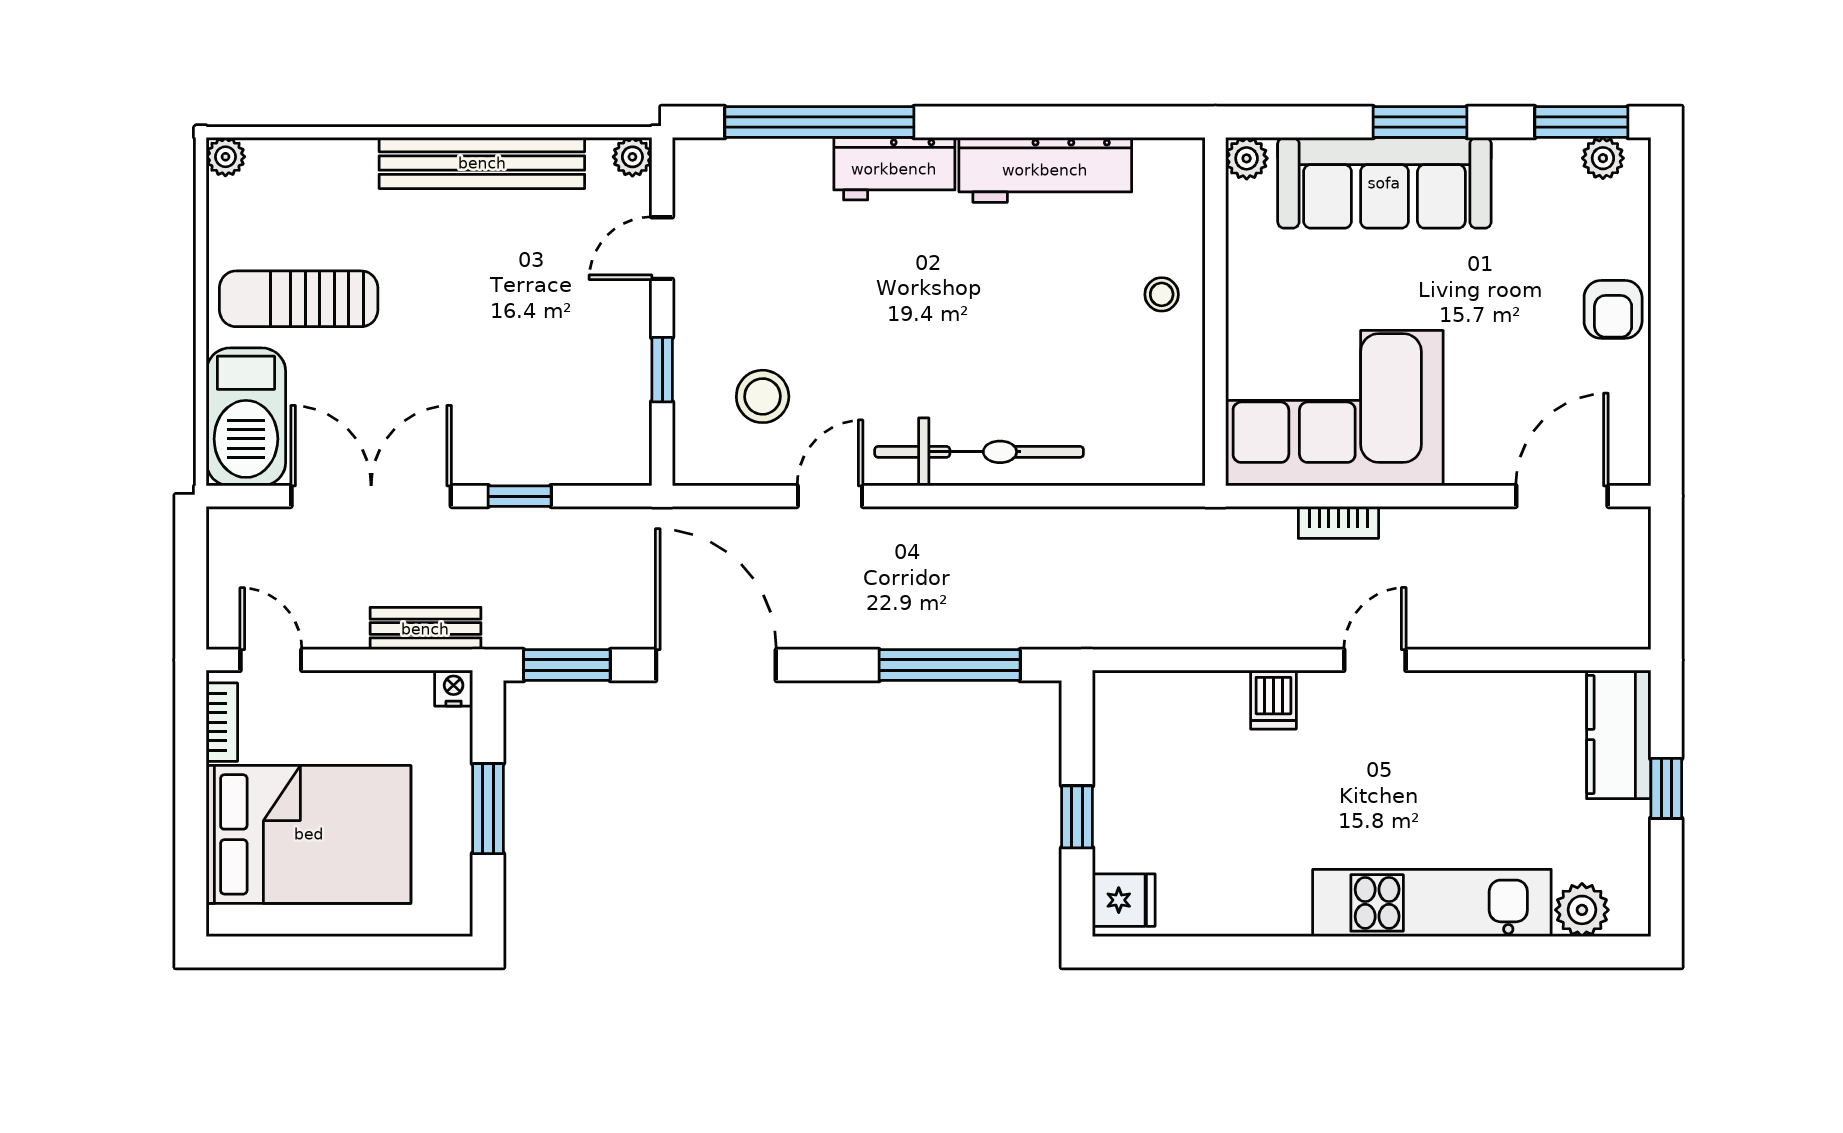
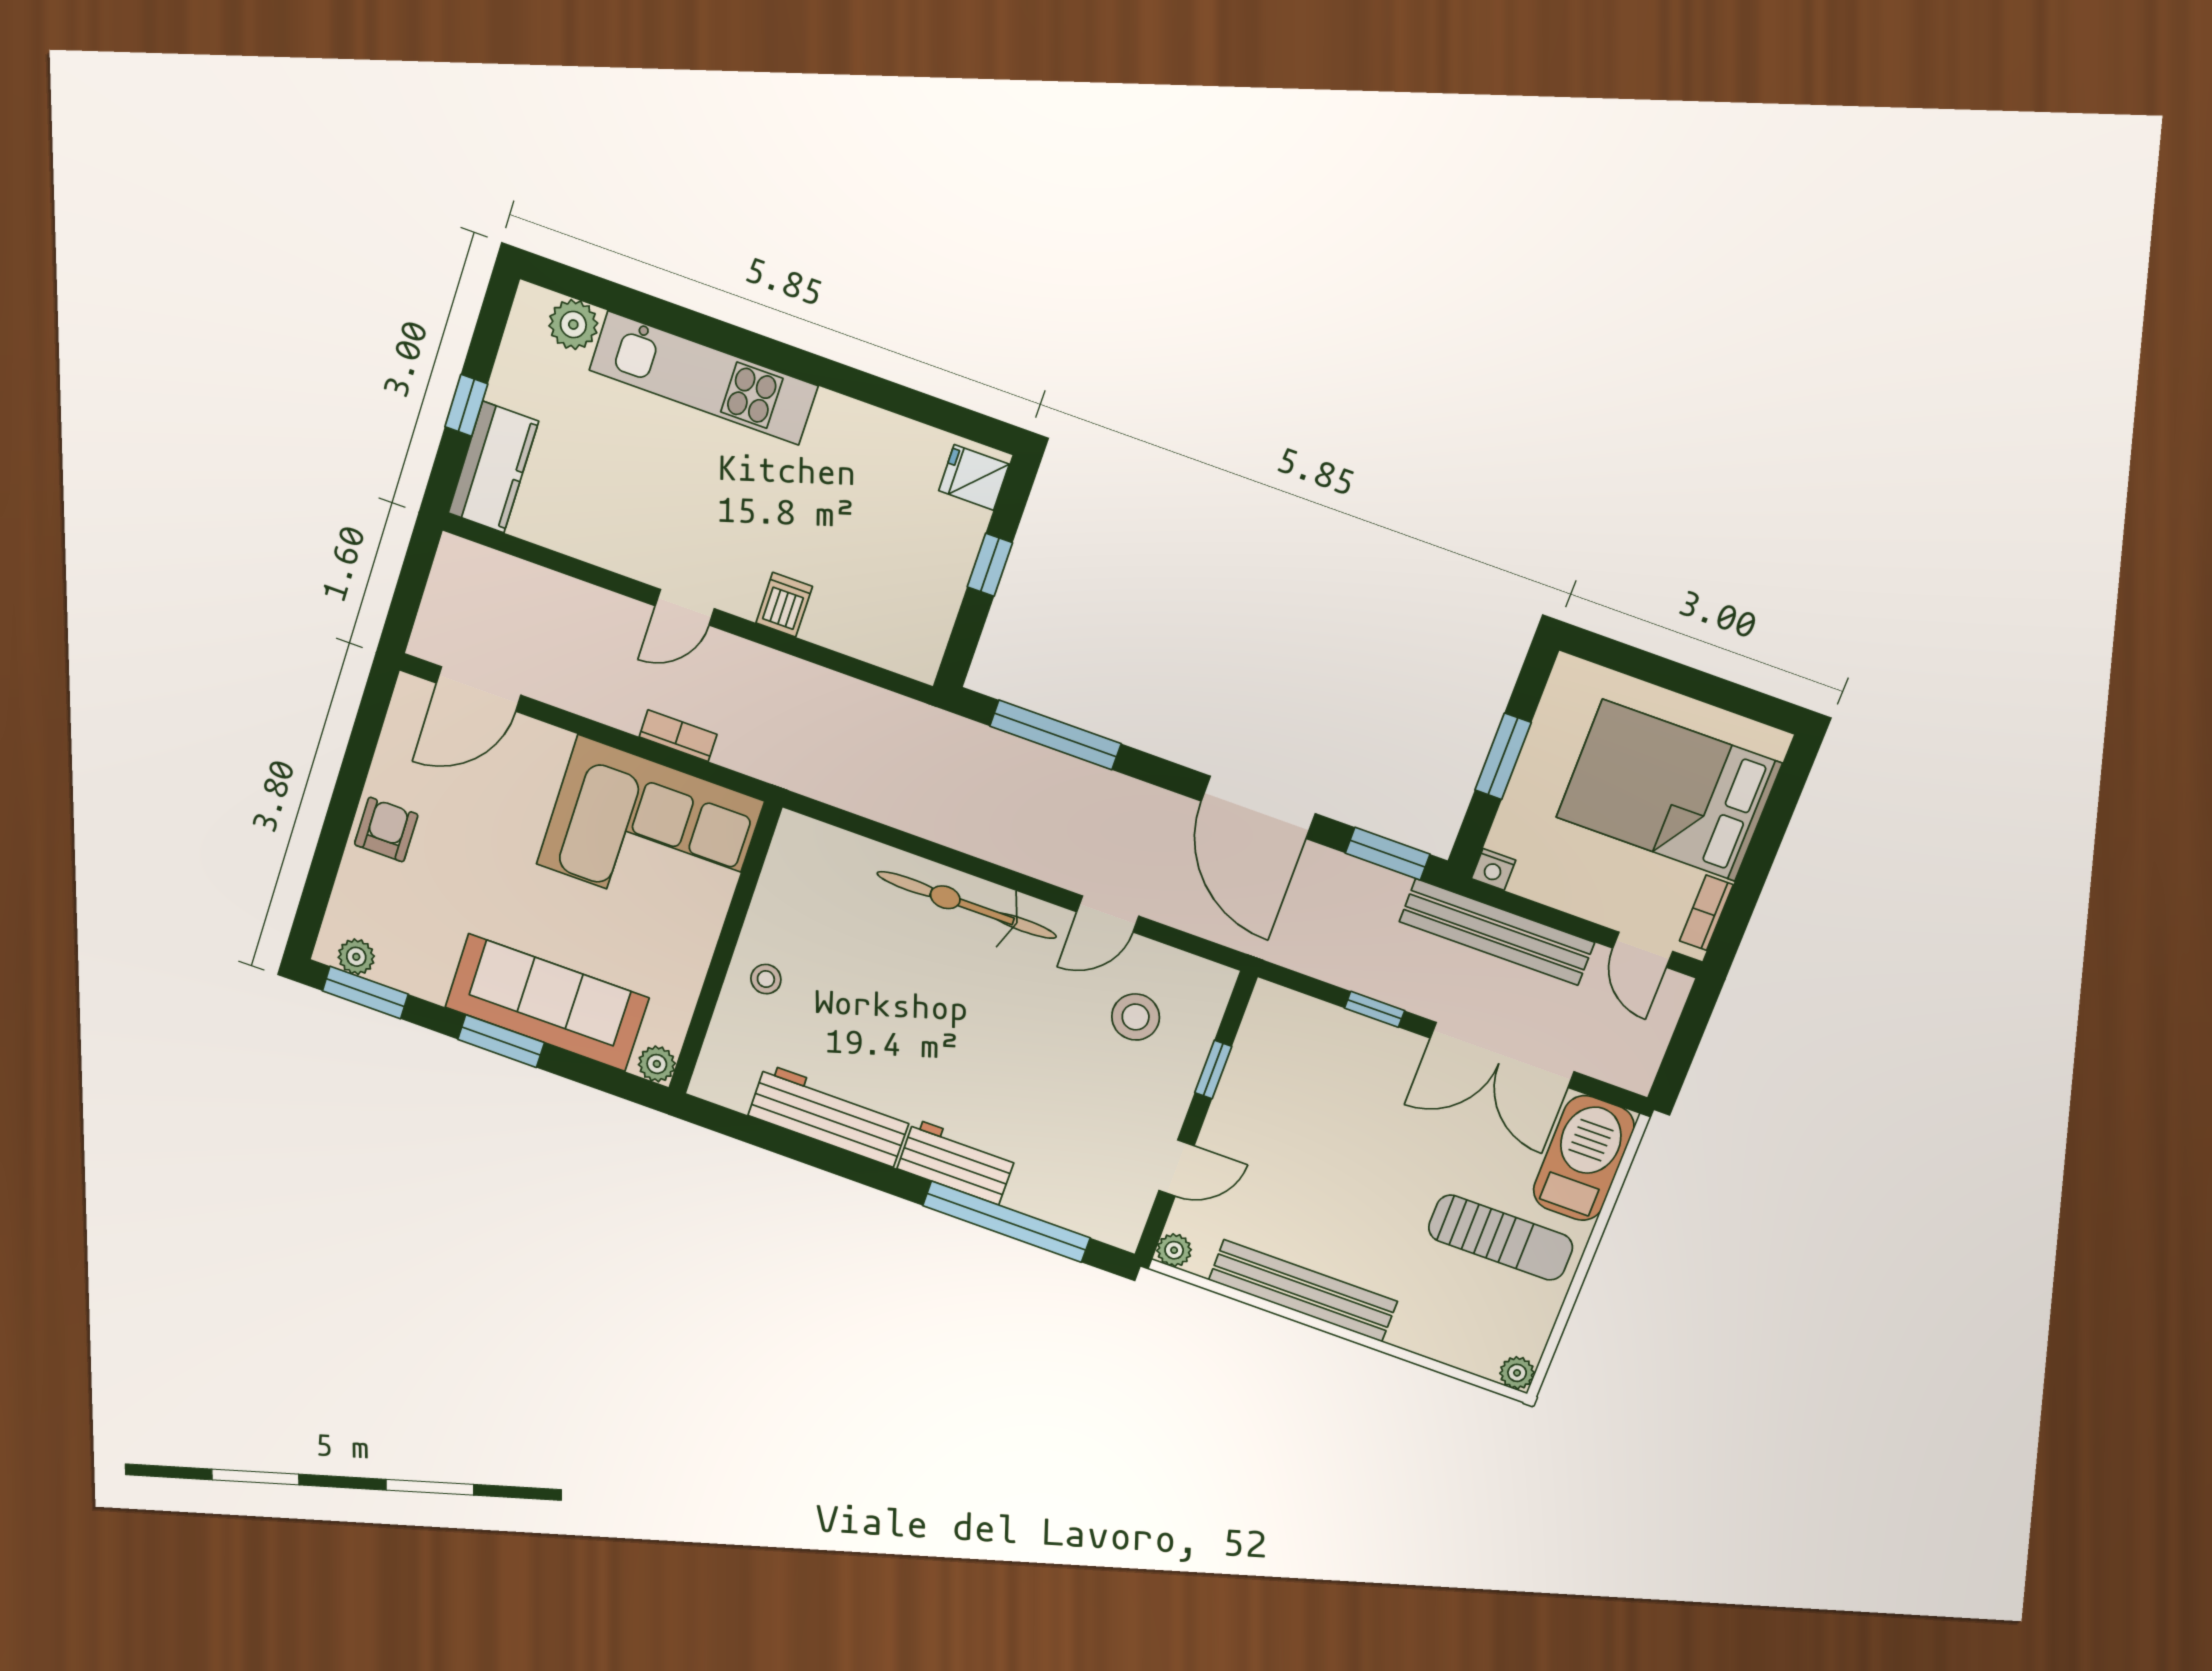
bench: (425, 629) -> (1497, 932), width x1.86, depth x1.21

